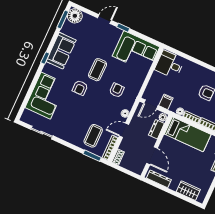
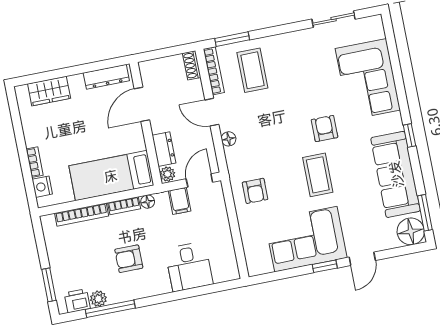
sofa: (61, 51) -> (396, 174), width x1.36
corner sofa: (136, 51) -> (306, 239), moved
desk: (170, 64) -> (189, 267), moved, turned 90
armchair: (117, 90) -> (255, 191), moved
door: (124, 130) -> (212, 112), swing flipped
door: (152, 156) -> (142, 104), hinge flipped

